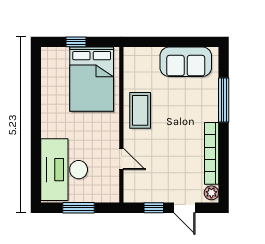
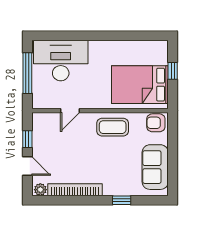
armchair: (135, 61) -> (156, 123), added
window: (224, 100) -> (122, 200), width x0.46
window: (79, 208) -> (27, 73), width x1.44
door: (185, 208) -> (27, 166), swing flipped

